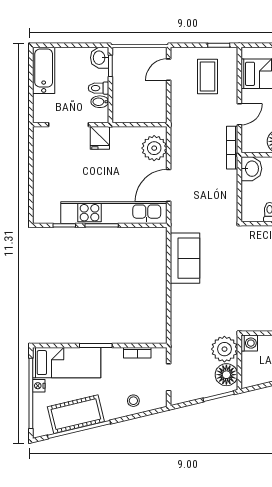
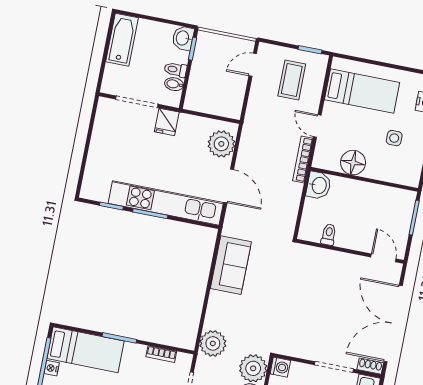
door: (239, 114) -> (317, 126), swing flipped
door: (169, 185) -> (229, 186), swing flipped
plant: (183, 334) -> (213, 343), added

